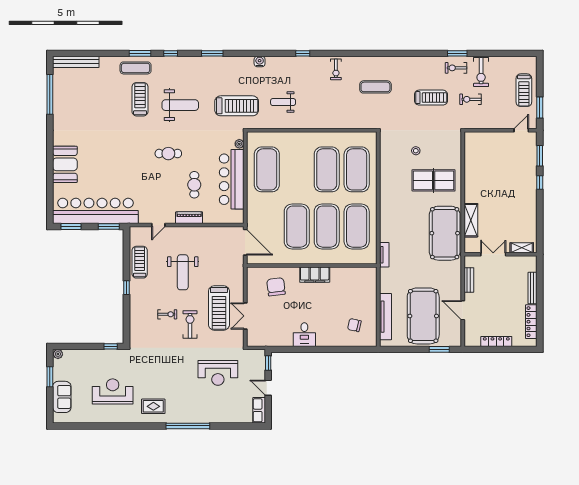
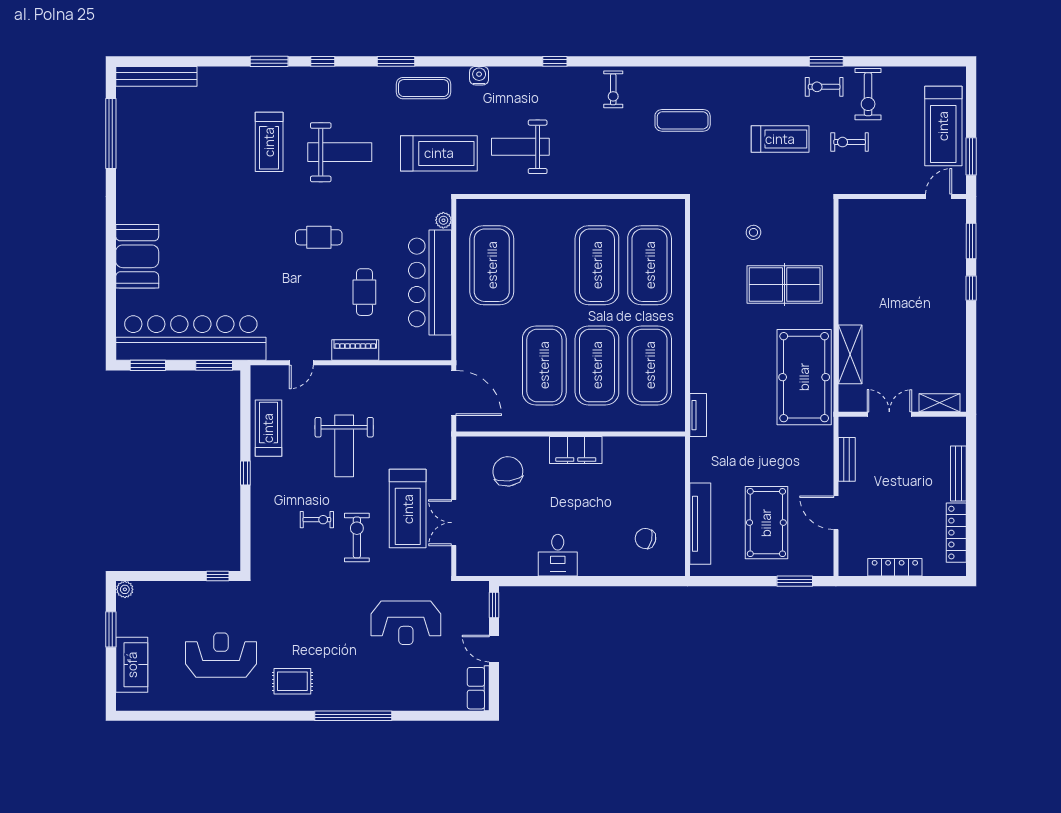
exercise mat: (136, 68) -> (424, 88), moved
treadmill: (524, 90) -> (943, 126), width x1.37, depth x1.38
treadmill: (140, 99) -> (269, 142), turned 180
weight bench: (283, 102) -> (520, 147), width x1.36, depth x1.33
pool table: (423, 316) -> (766, 523), width x0.73, depth x0.76

